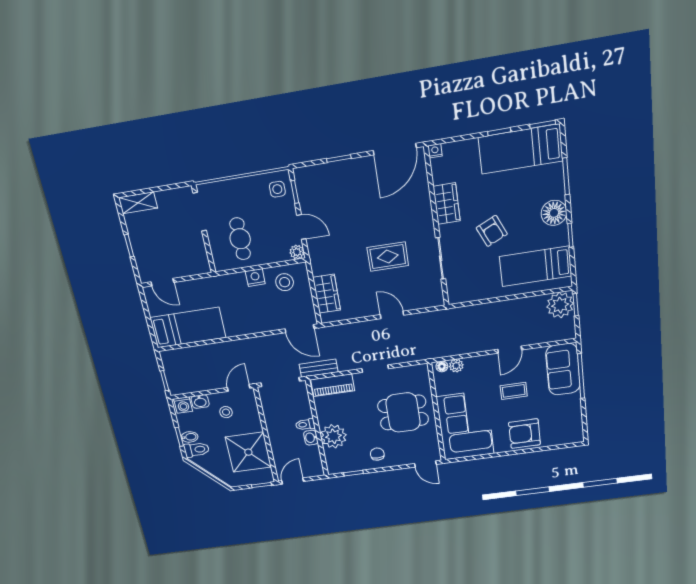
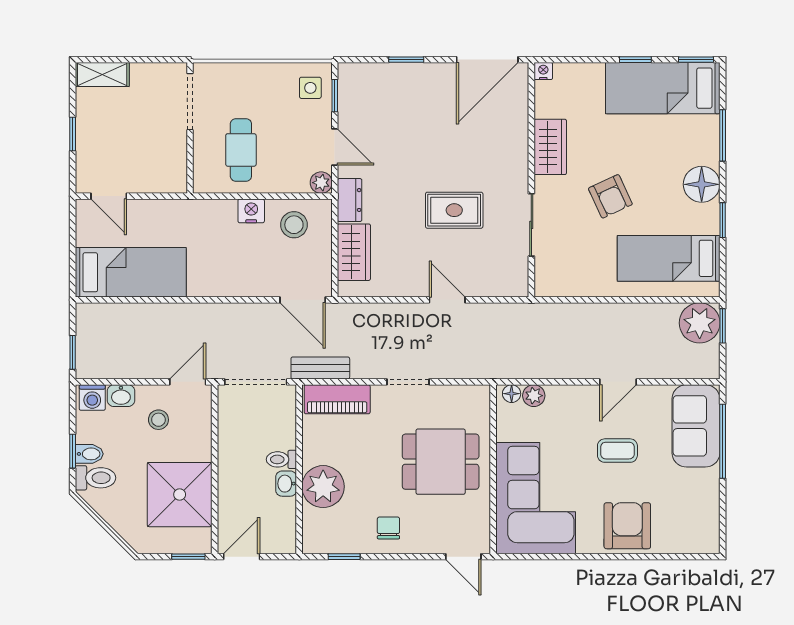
dresser: (318, 261) -> (350, 200), added
armchair: (524, 434) -> (627, 526), turned 90

